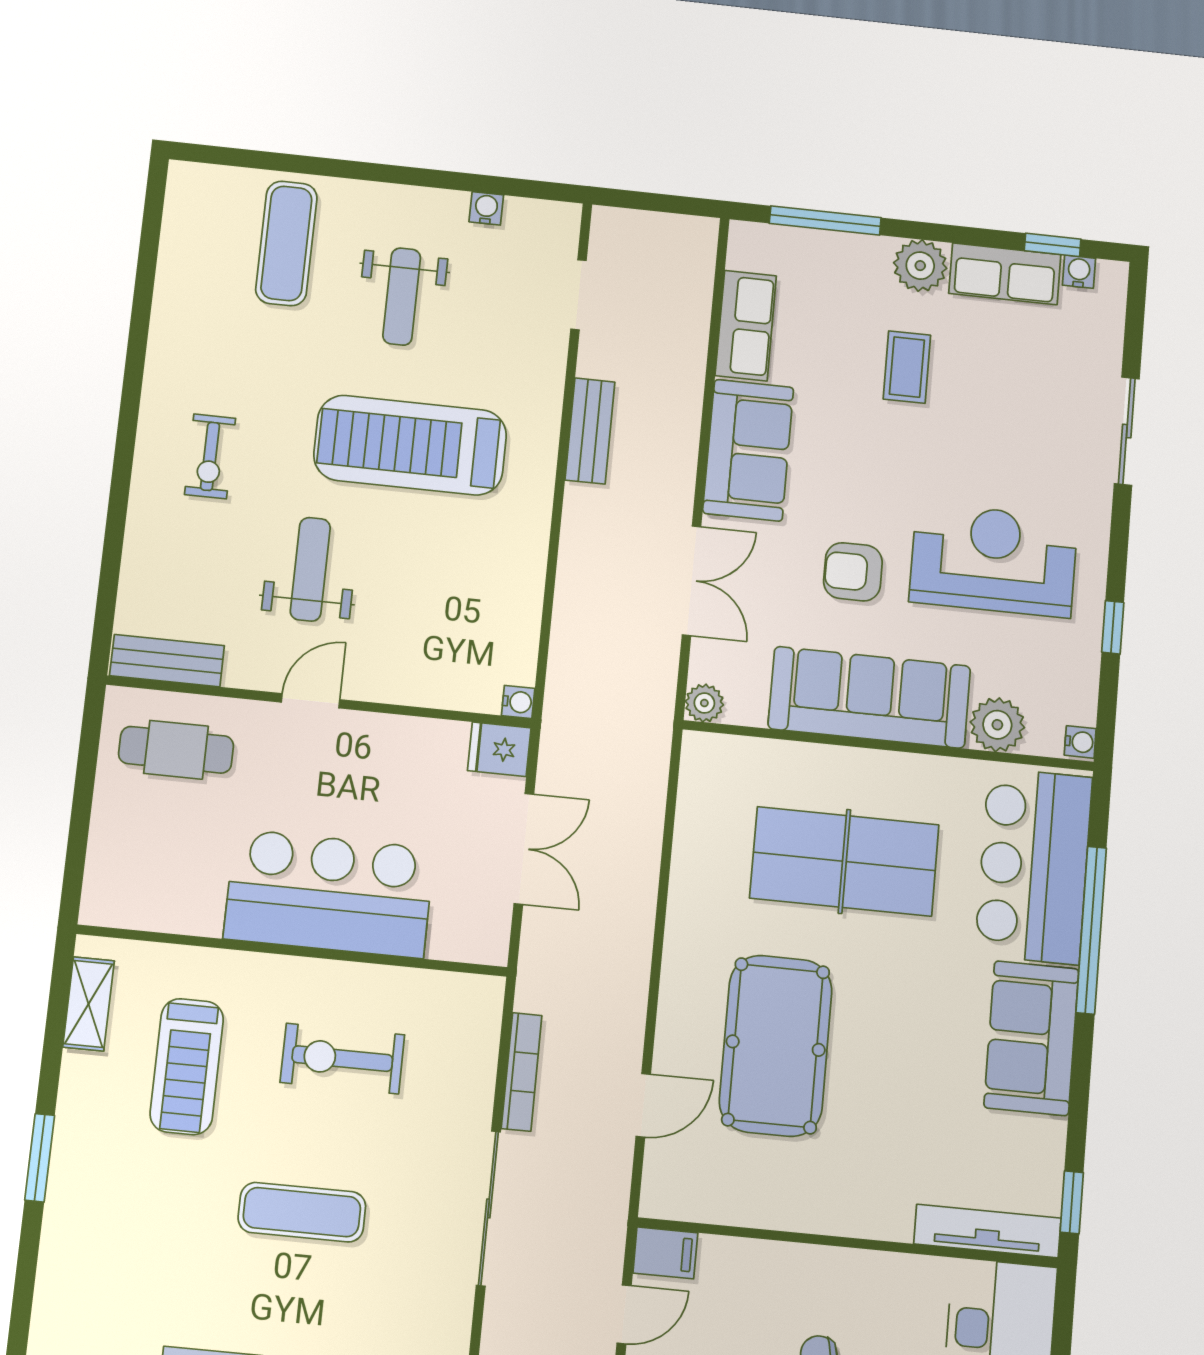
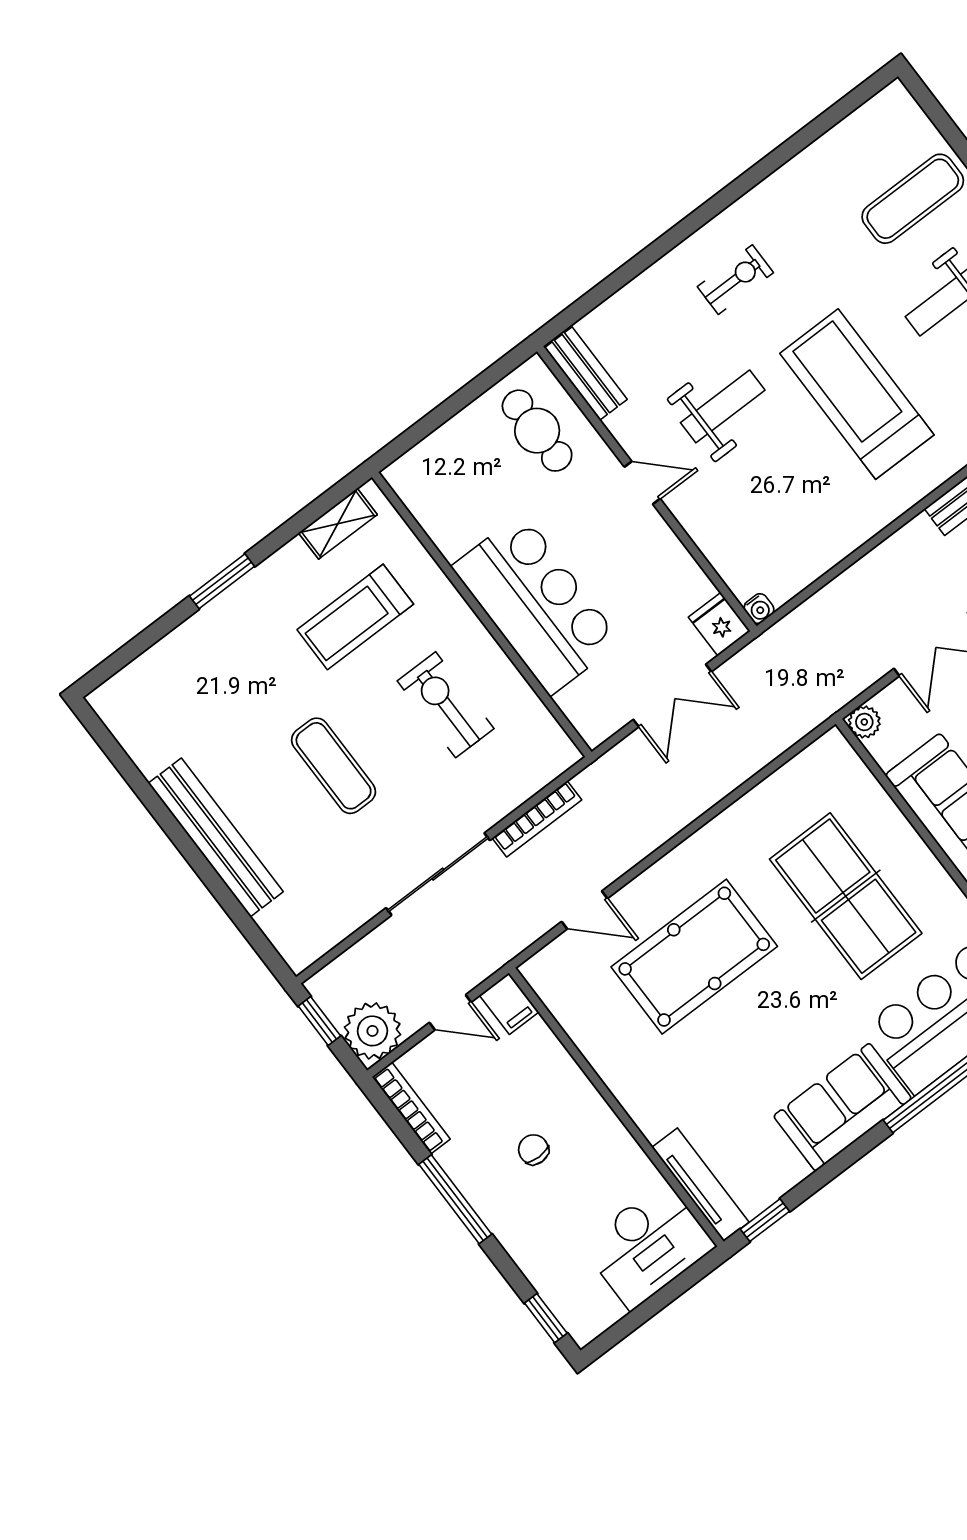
exercise bike: (210, 456) -> (735, 280), turned 180

